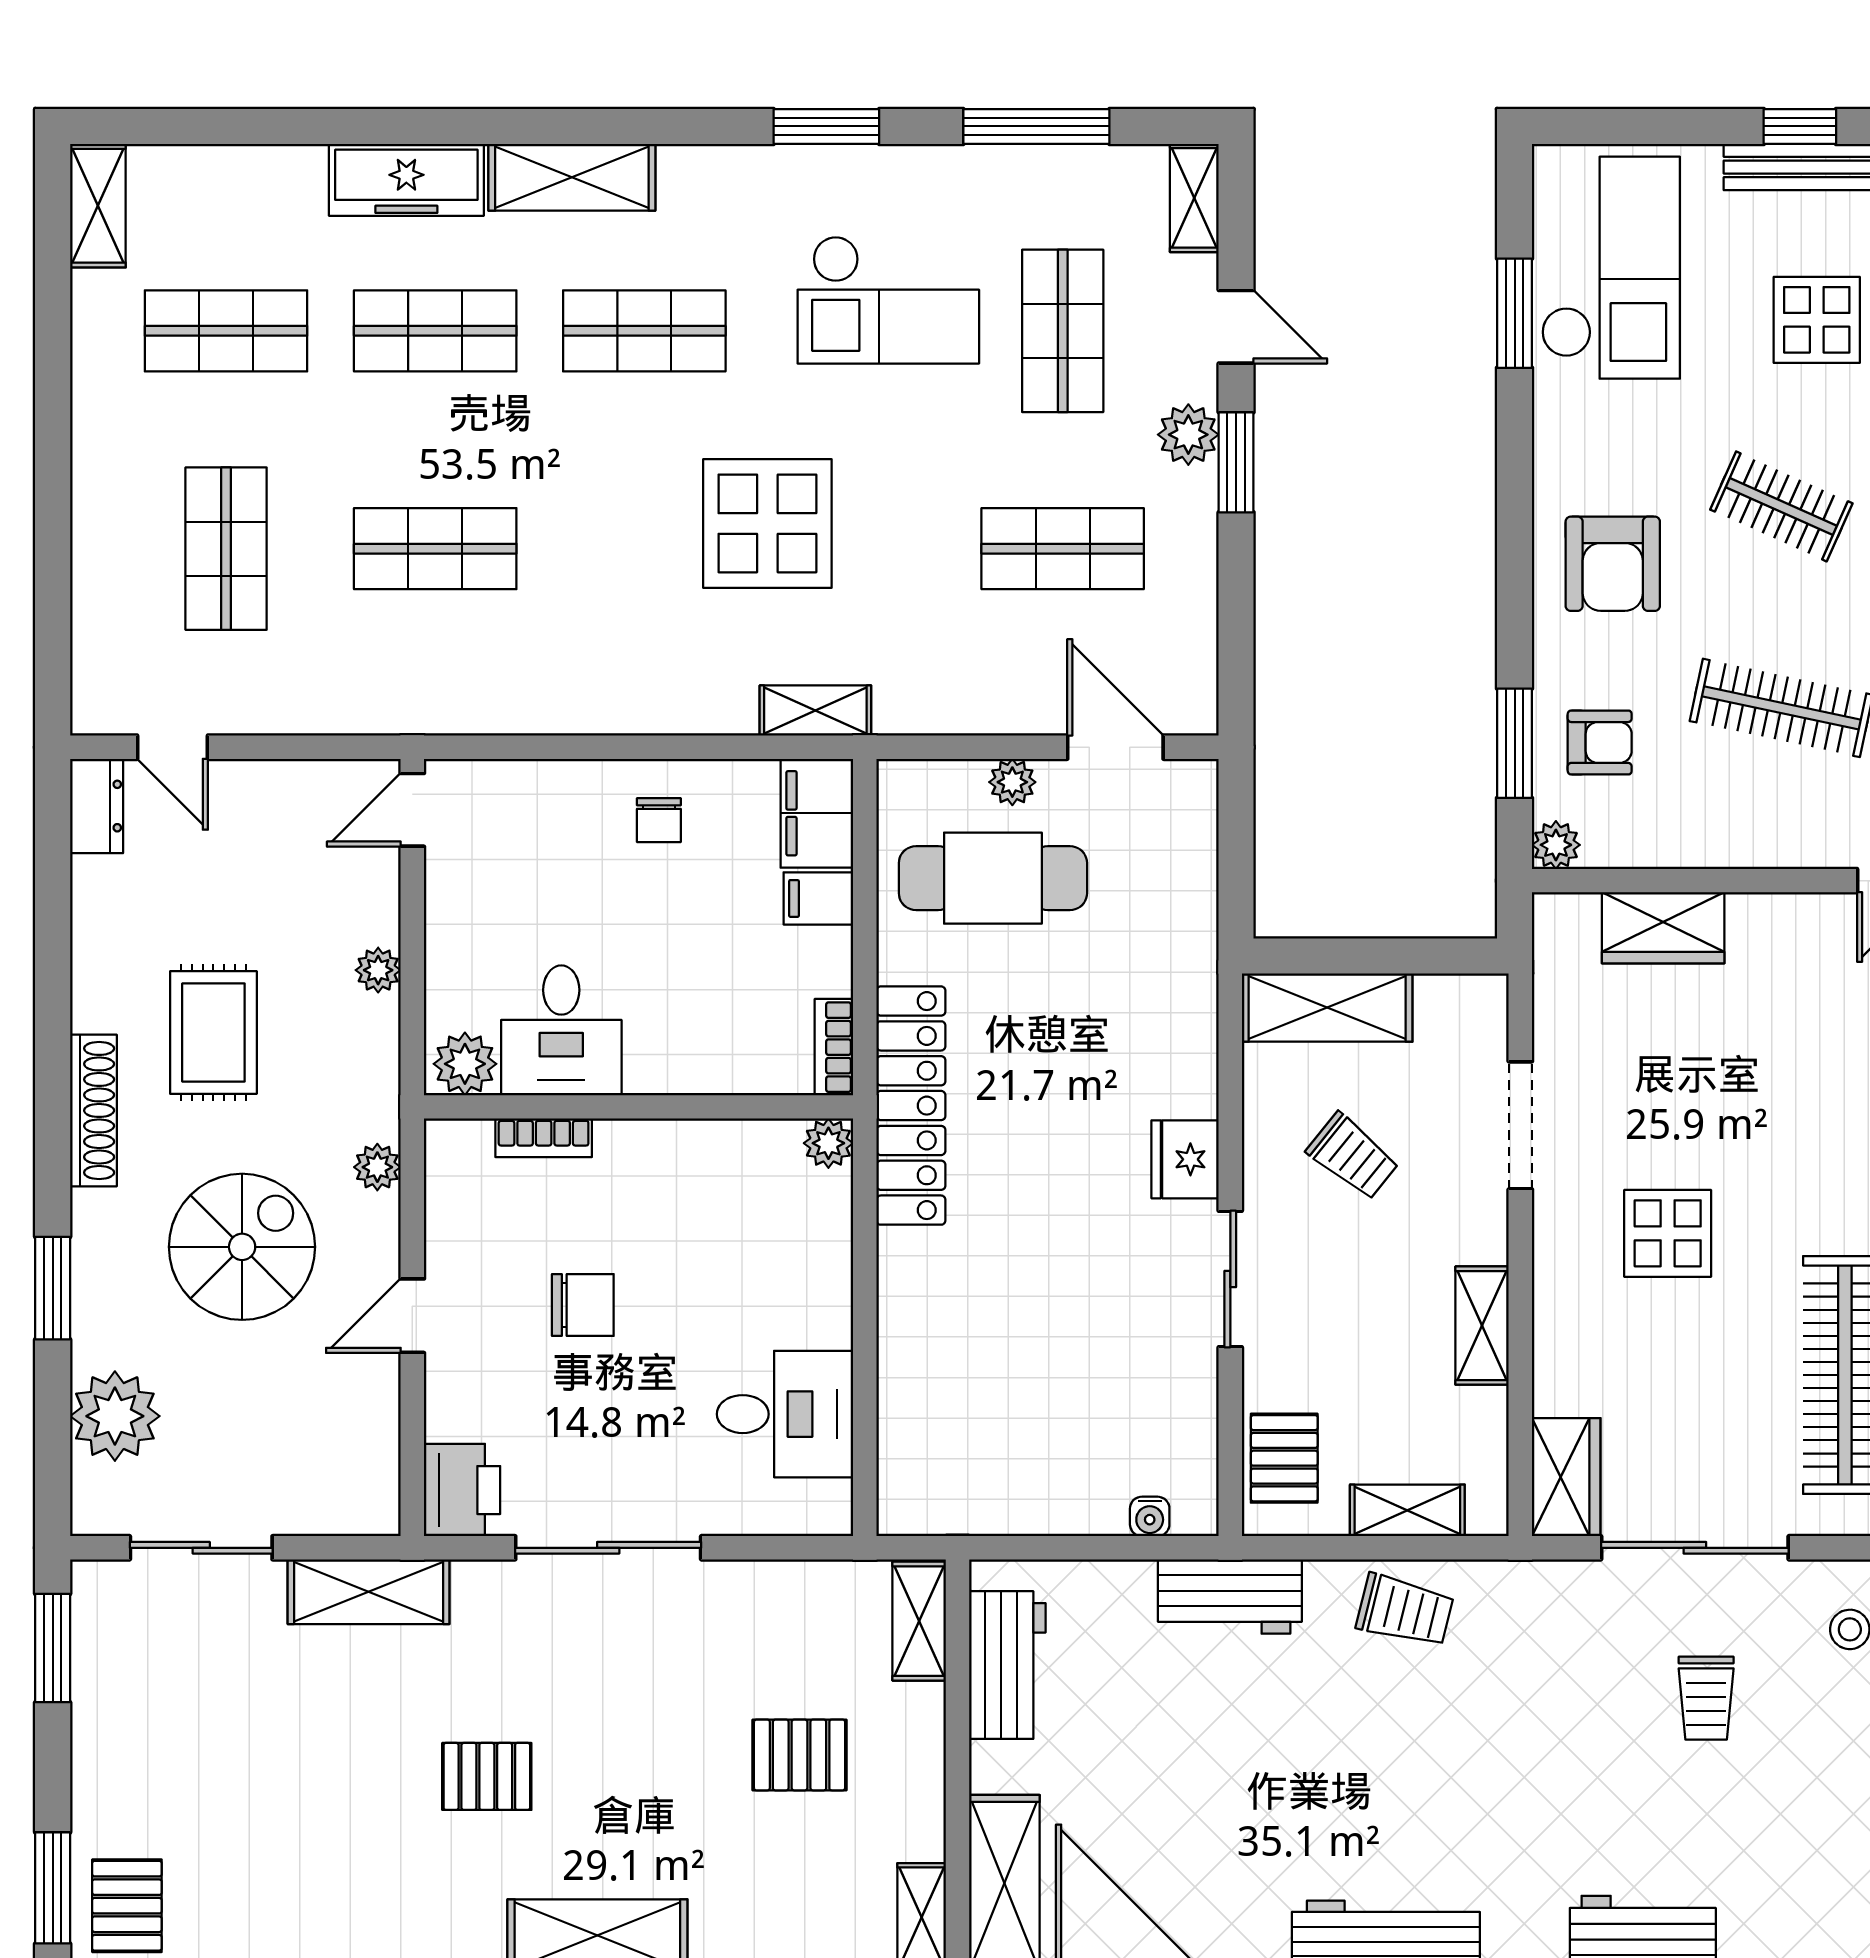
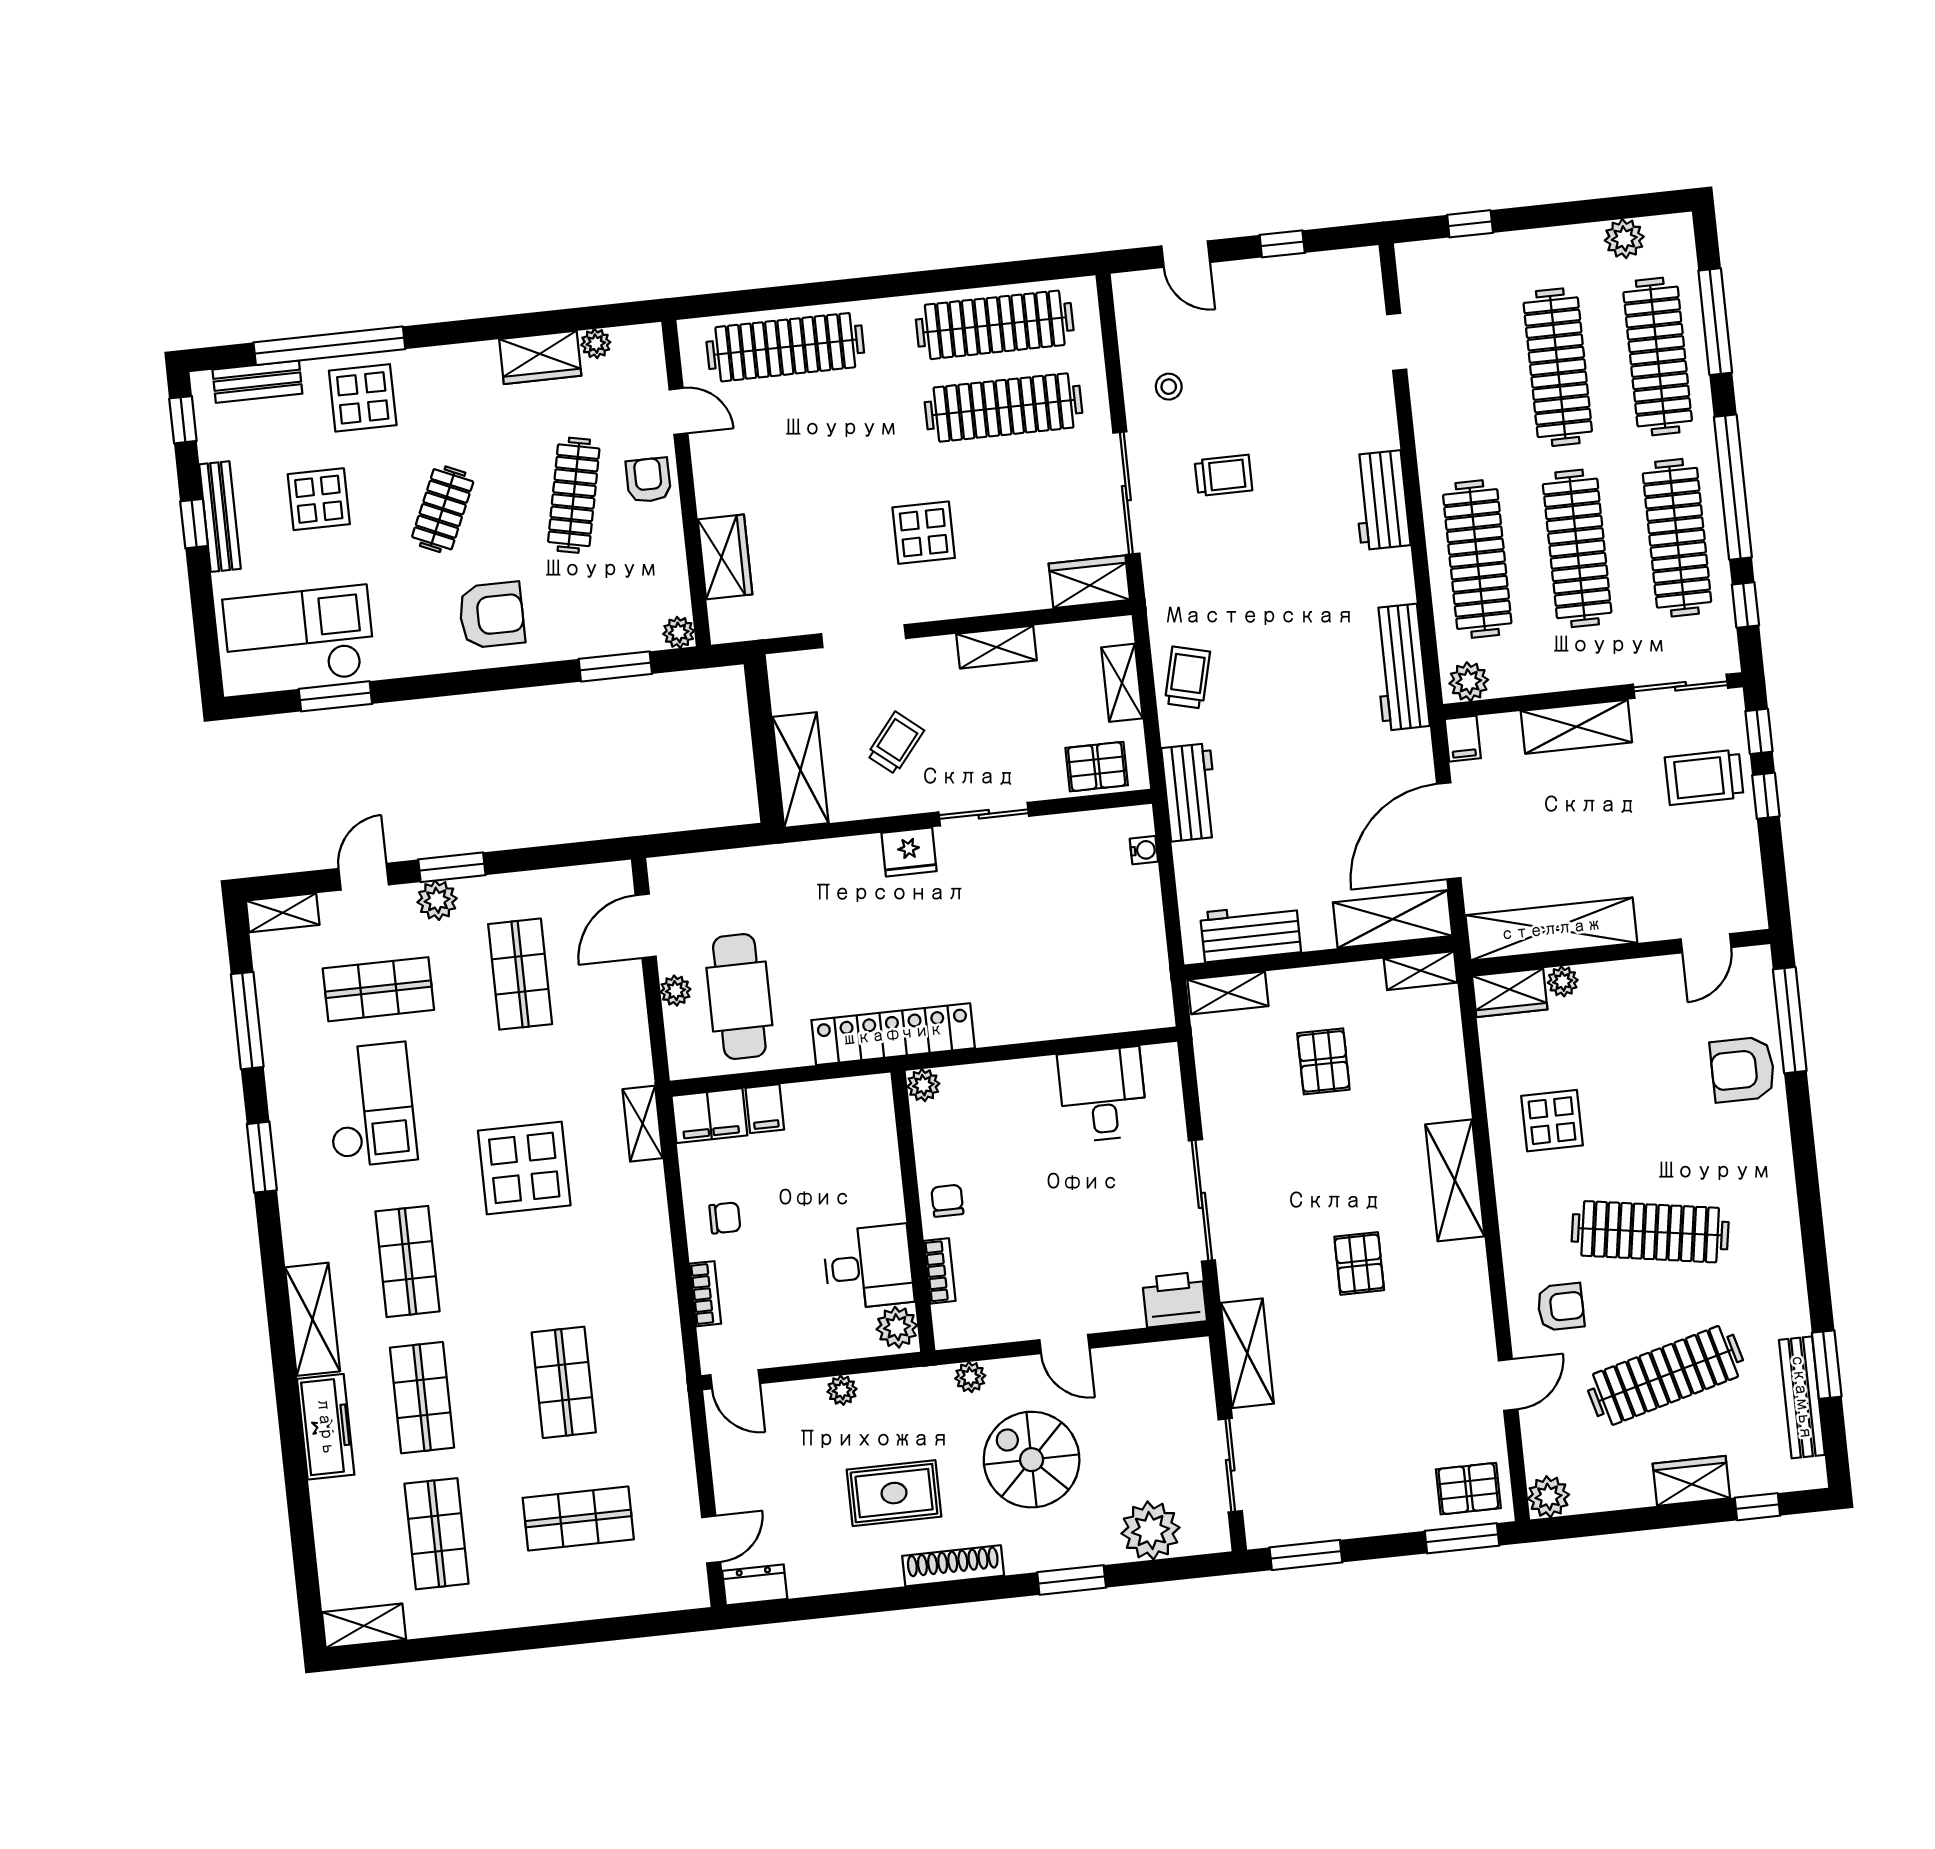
armchair: (1600, 742) -> (648, 480), moved
bookcase: (834, 1047) -> (705, 1294), moved, turned -90
chair: (583, 1305) -> (947, 1201), moved, width x0.73, depth x0.73

